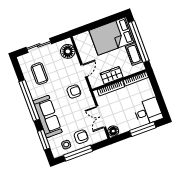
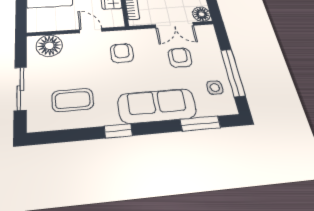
window: (29, 100) -> (118, 131), width x0.32
armchair: (81, 137) -> (180, 58), moved

